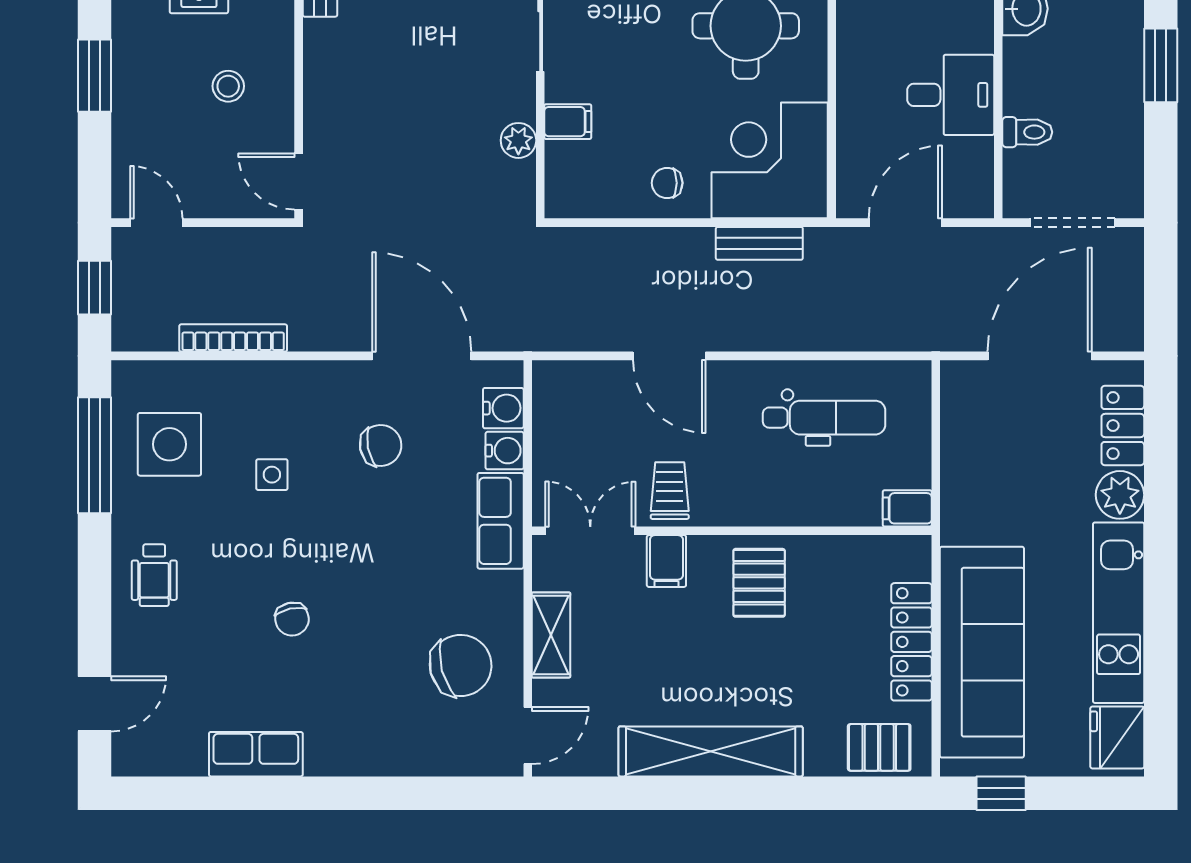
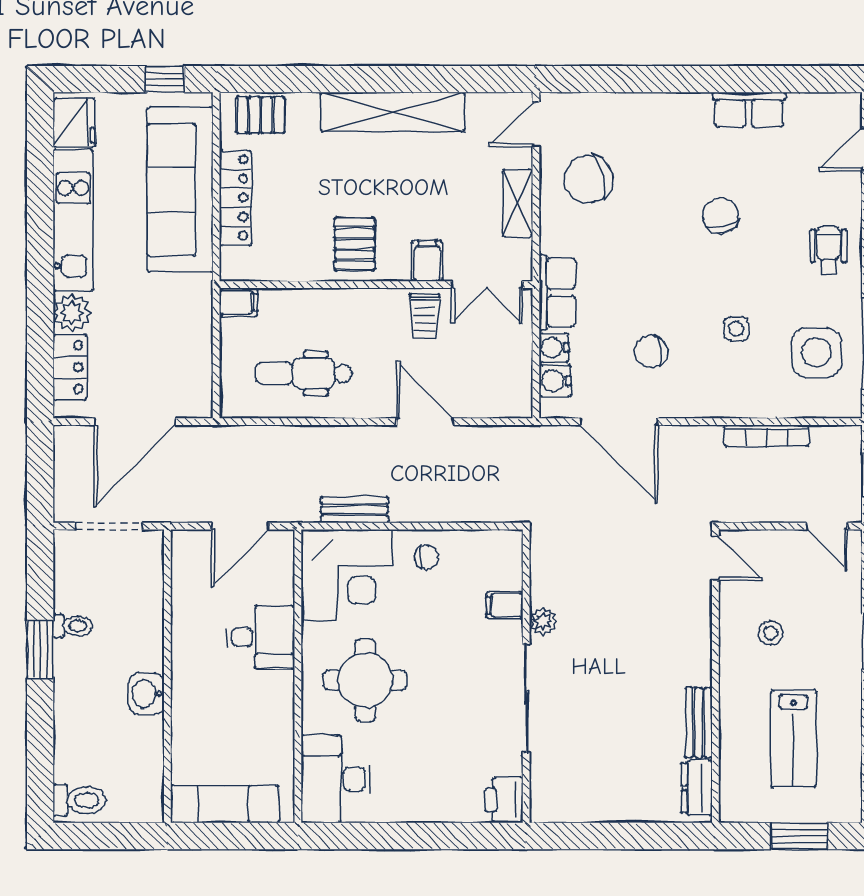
desk: (951, 95) -> (261, 637), moved, turned 180
toilet: (1027, 132) -> (73, 626), moved, turned 180
plant: (518, 140) -> (543, 621), moved
chair: (292, 619) -> (721, 216), width x1.37, depth x1.37

